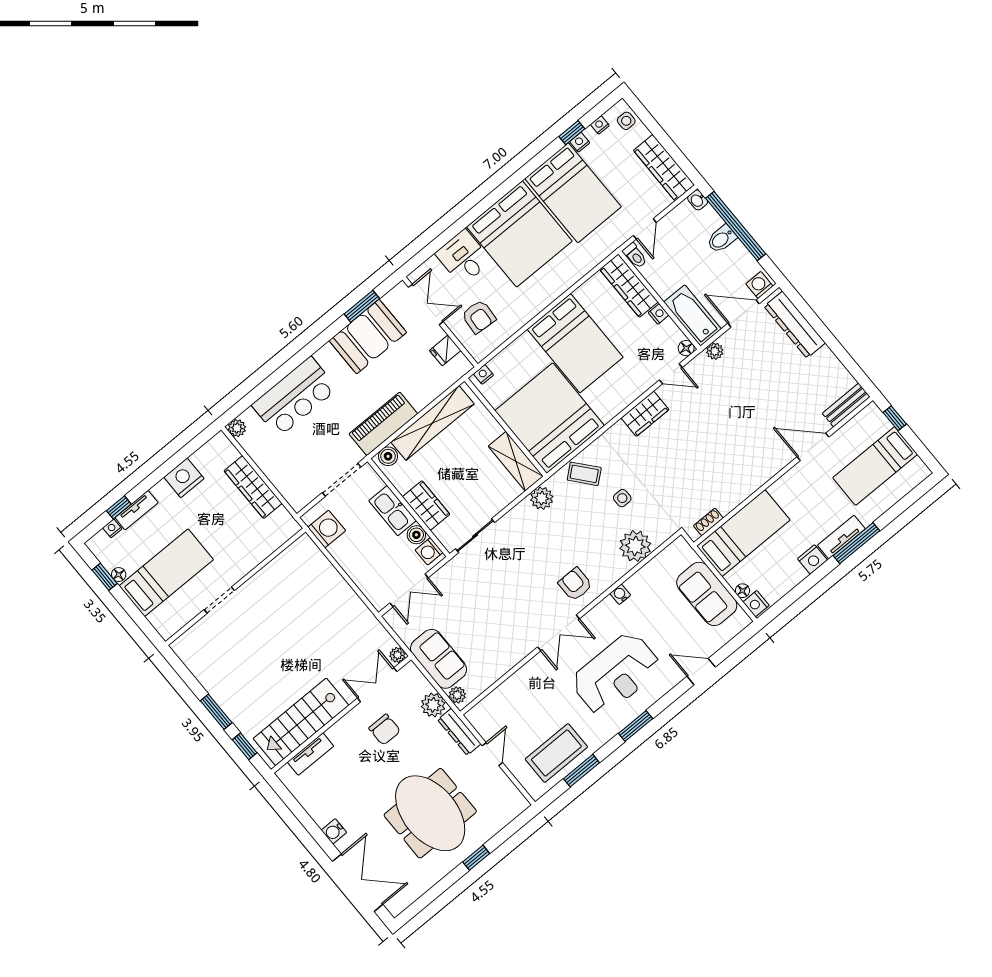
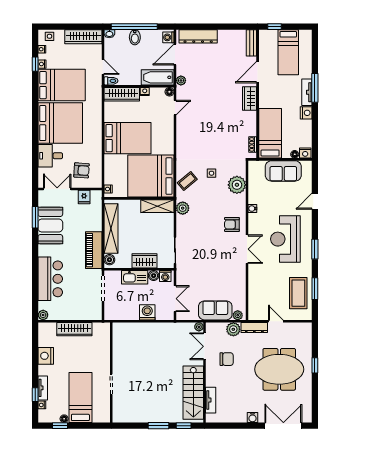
wardrobe: (645, 414) -> (250, 99), moved, turned 180
washing machine: (327, 529) -> (147, 312), moved
reception desk: (616, 674) -> (285, 239), turned 180

